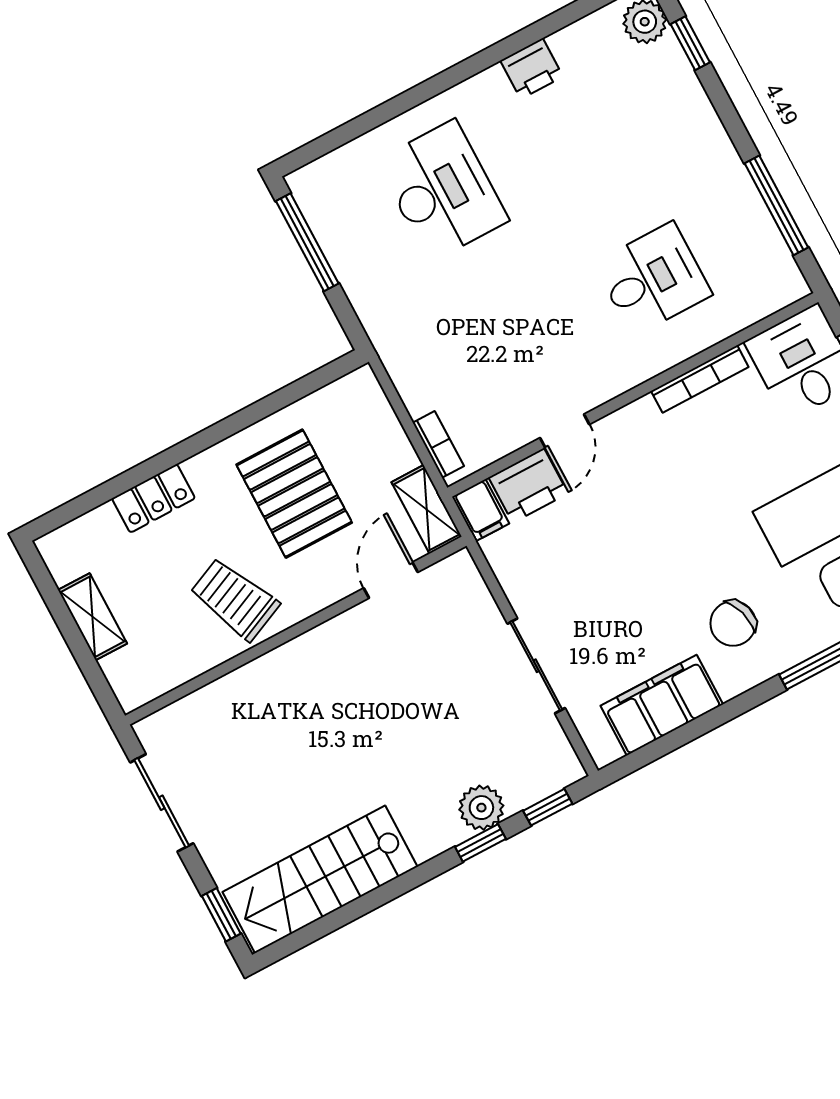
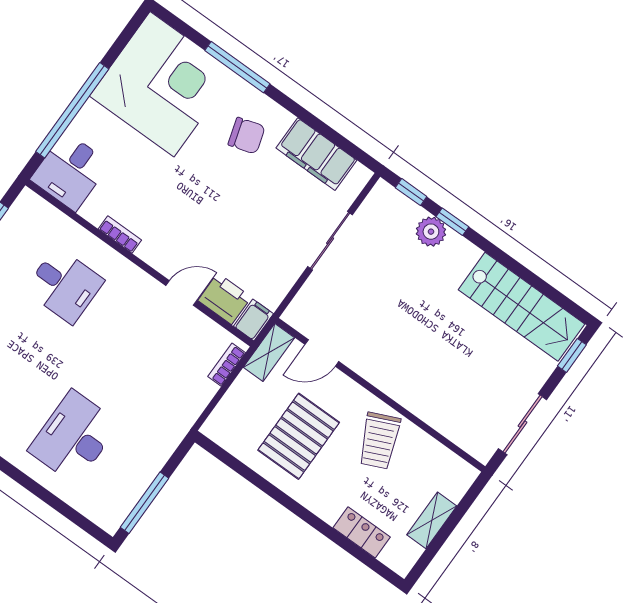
desk: (653, 279) -> (64, 285), turned 180
bookcase: (700, 379) -> (120, 235), width x0.64
locker: (153, 498) -> (362, 532), moved

